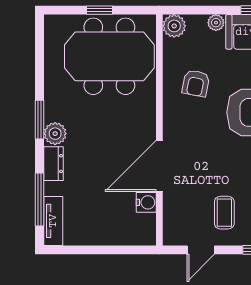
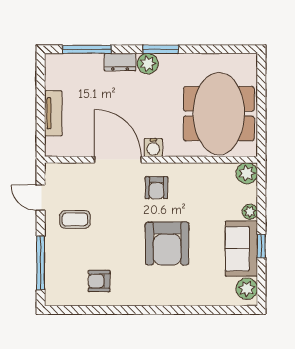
window: (99, 10) -> (261, 104), removed
armchair: (196, 83) -> (156, 188), moved, turned -101
water cooler: (146, 202) -> (153, 148), moved
tv unit: (53, 221) -> (53, 113), moved, turned -90

